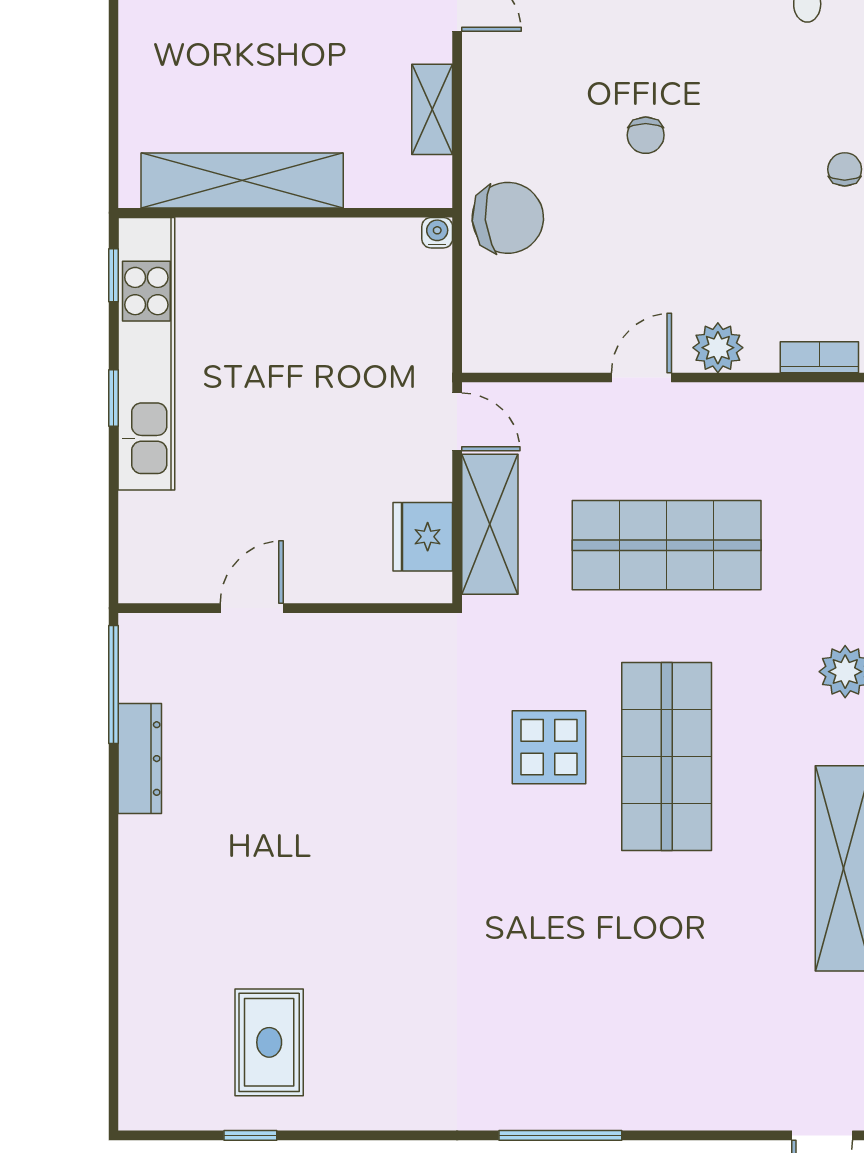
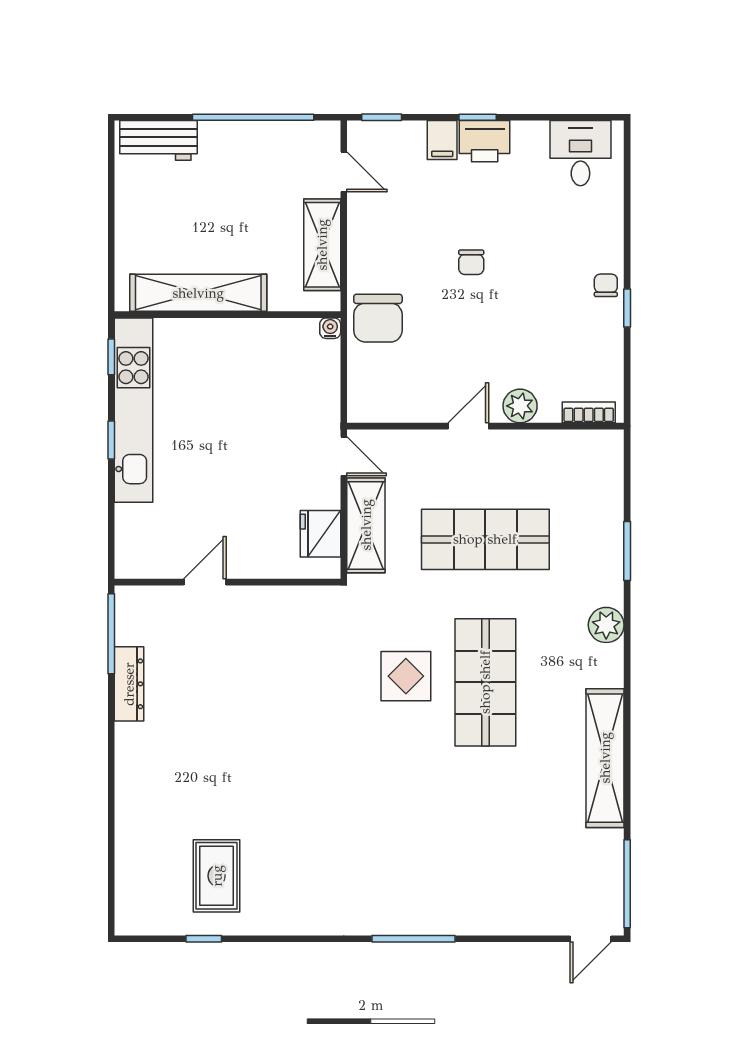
shelving: (432, 109) -> (322, 245), width x1.50, depth x1.33
chair: (508, 218) -> (378, 318), turned 95

